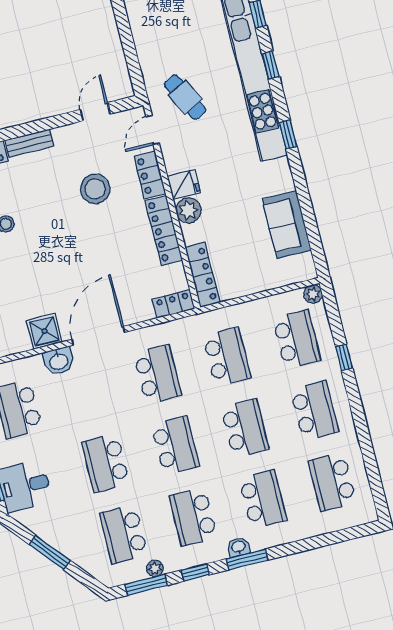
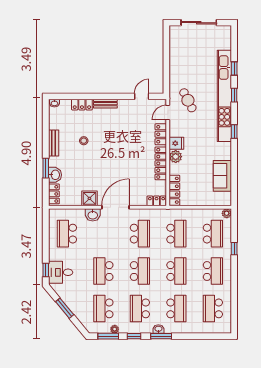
stool: (95, 189) -> (132, 134), removed

